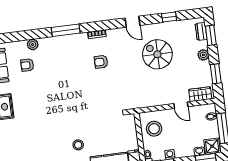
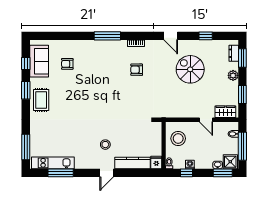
plant: (33, 44) -> (75, 45), removed

